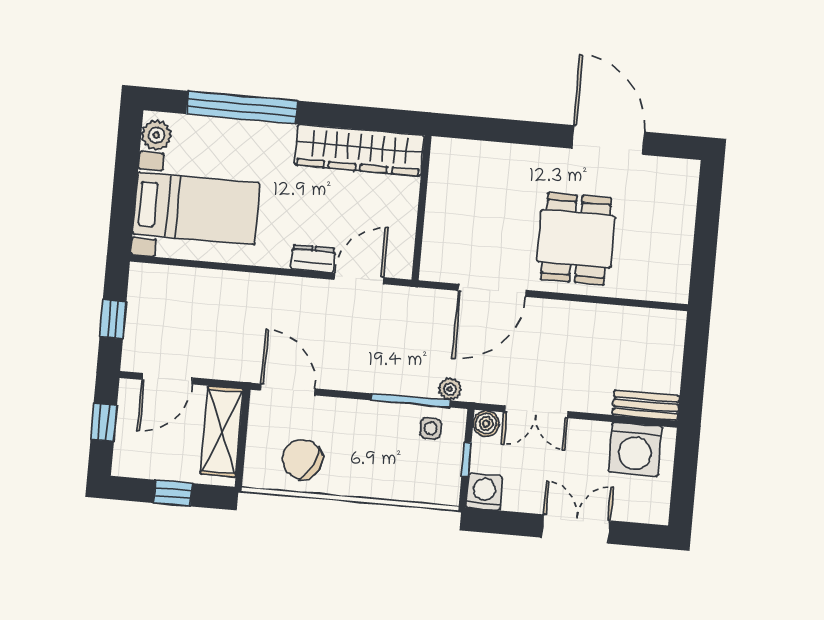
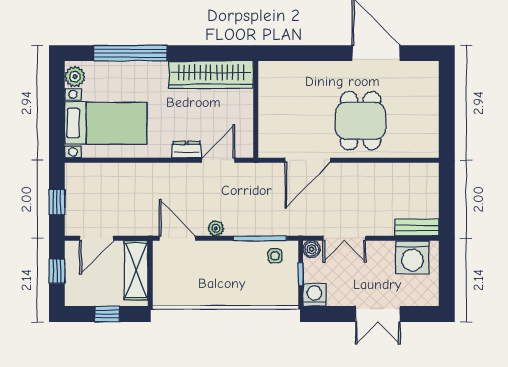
plant: (450, 389) -> (216, 228), moved
chair: (302, 459) -> (191, 284), removed
double door: (576, 529) -> (378, 314), swing flipped

